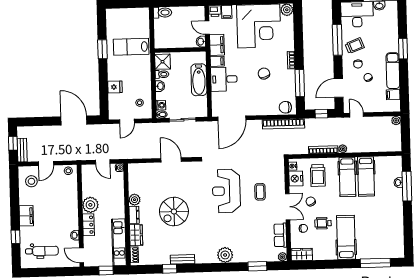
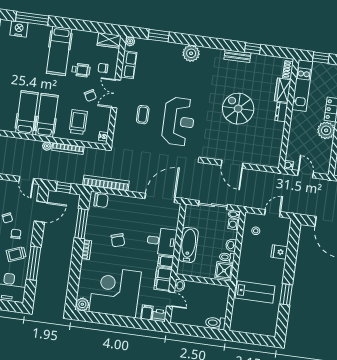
nightstand: (296, 179) -> (19, 29), moved, turned -90
plant: (135, 200) -> (278, 128), removed
spiral stairs: (174, 212) -> (238, 109), turned -90

